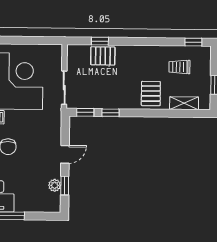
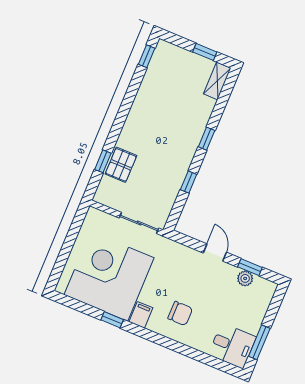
trolley: (179, 67) -> (168, 83), removed
pallet: (151, 94) -> (185, 128), removed
shelving: (184, 103) -> (217, 81), moved
window: (85, 112) -> (207, 139), moved

